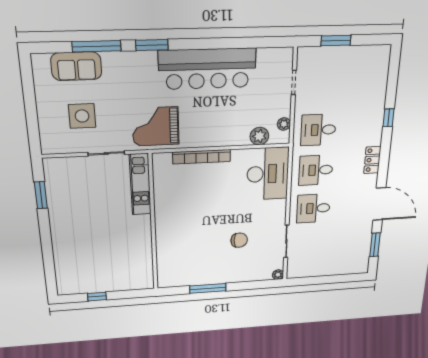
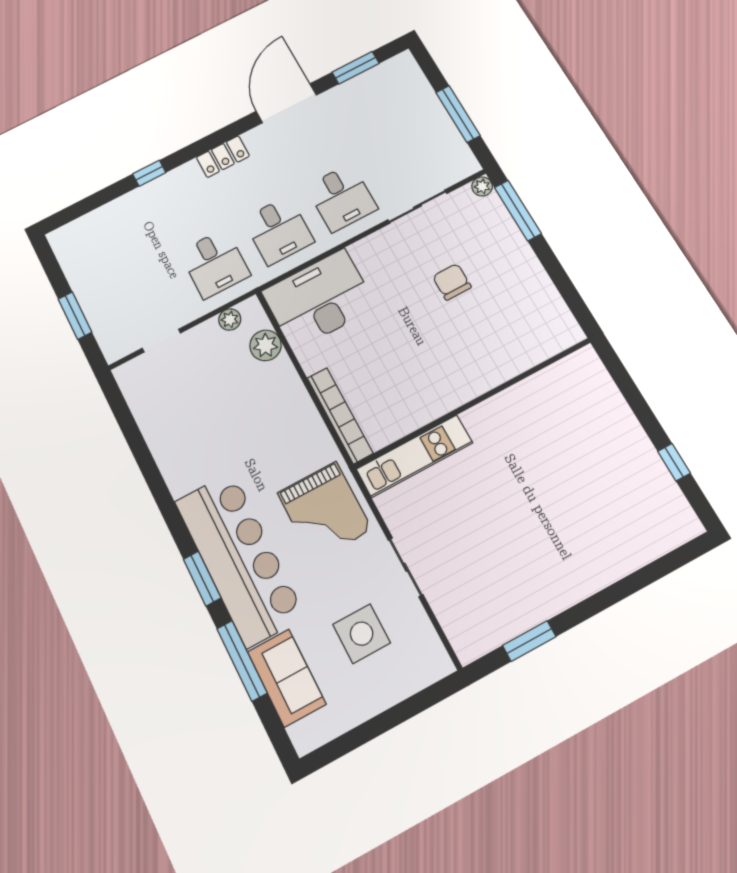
bar counter: (207, 69) -> (239, 558), moved
kitchen unit: (140, 184) -> (414, 456), moved
wall: (153, 224) -> (473, 403), moved
window: (321, 280) -> (458, 114), added
window: (208, 288) -> (518, 210), moved

